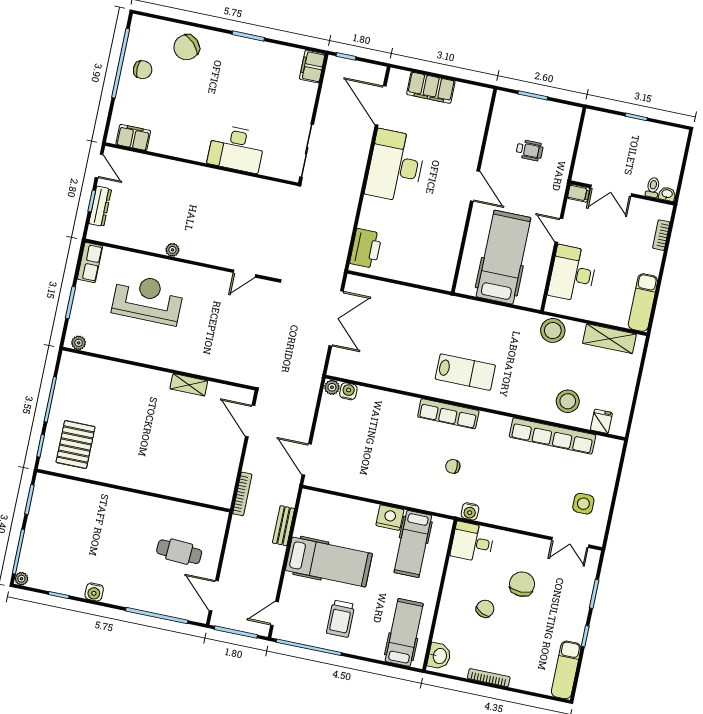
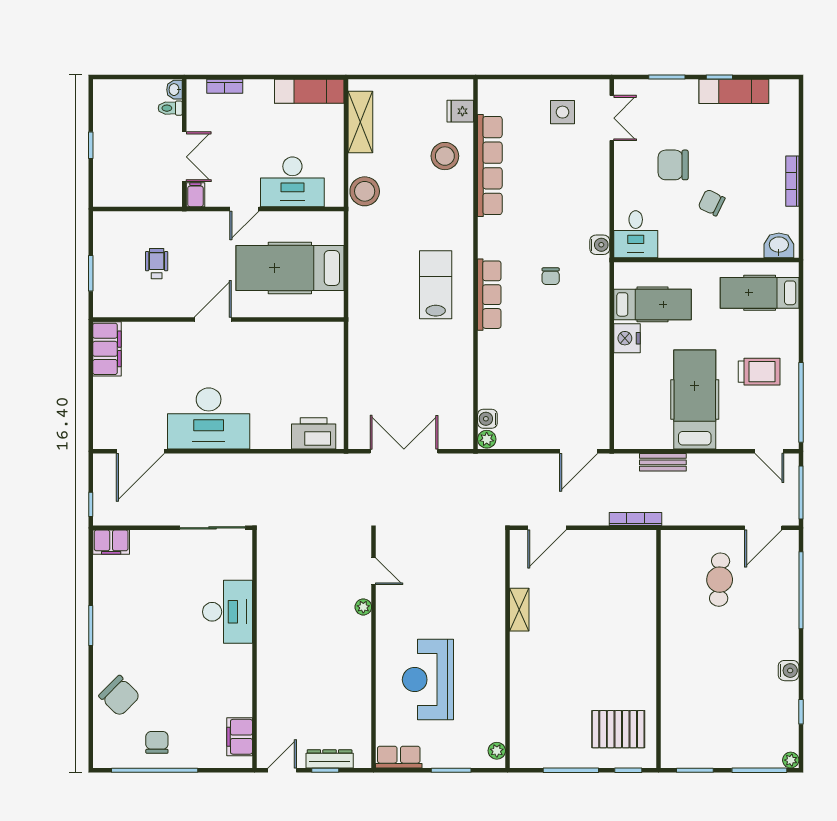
filing cabinet: (431, 88) -> (107, 349), moved
plant: (172, 250) -> (363, 607), moved
exam couch: (566, 670) -> (734, 91), moved

